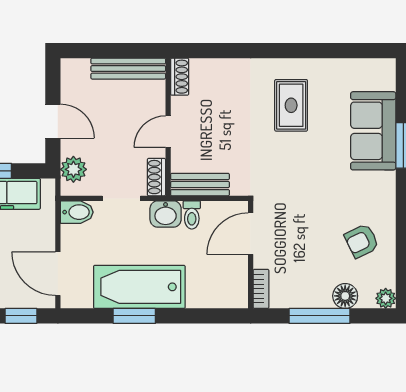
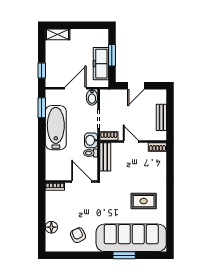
bench: (128, 69) -> (161, 117), width x0.73
sofa: (373, 131) -> (131, 238), width x1.85, depth x1.27
plant: (73, 169) -> (113, 96), removed
door: (58, 274) -> (76, 88), moved
plant: (386, 298) -> (50, 247), removed
window: (134, 316) -> (42, 108), moved
window: (320, 316) -> (42, 215), removed

